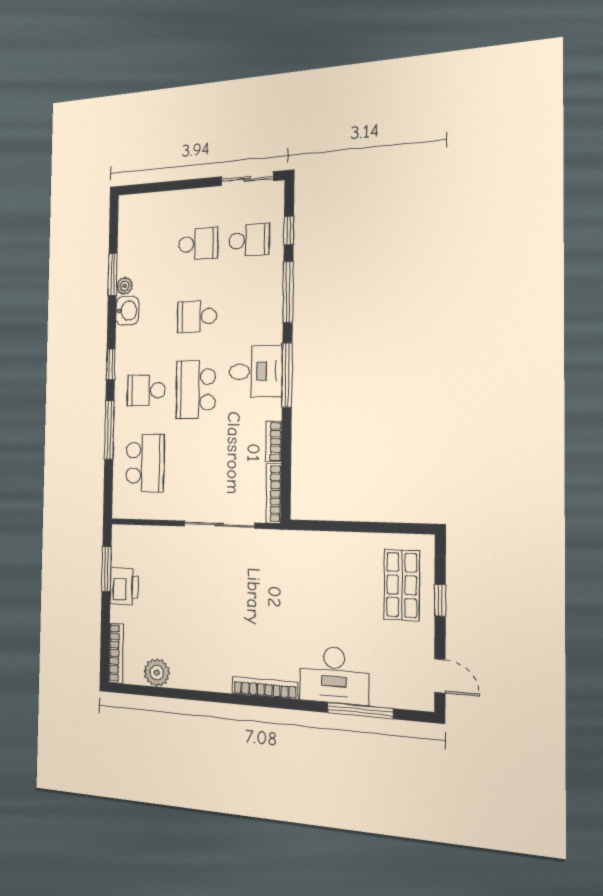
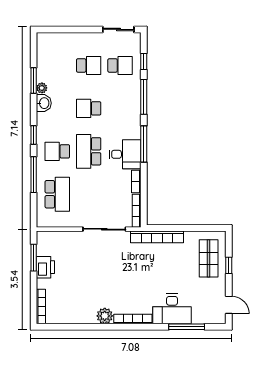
desk: (256, 371) -> (125, 154), moved
bookcase: (309, 541) -> (157, 237), added
plant: (157, 673) -> (105, 316), moved

